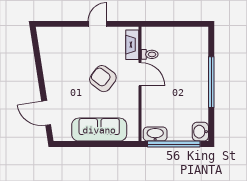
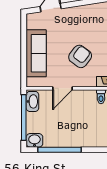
door: (140, 74) -> (62, 88), moved
window: (211, 82) -> (60, 150), moved

